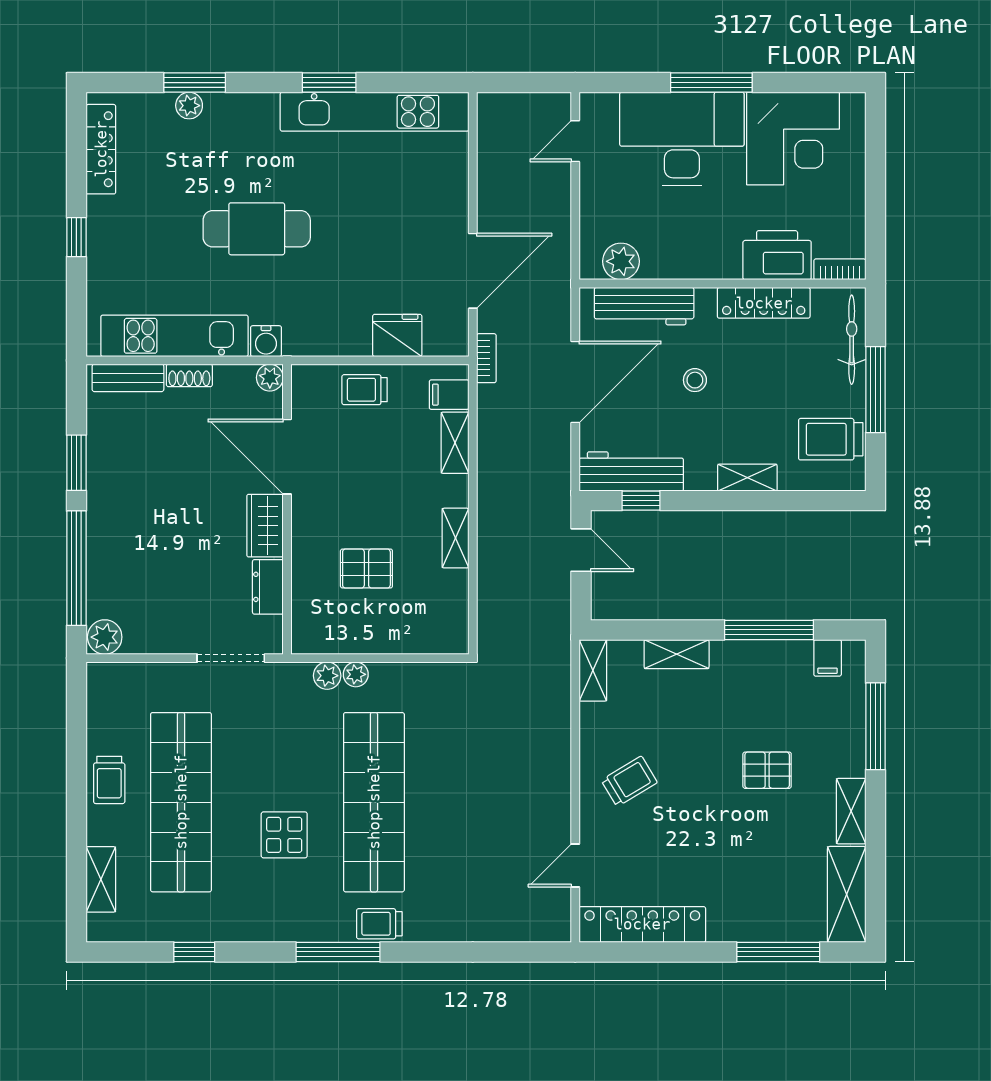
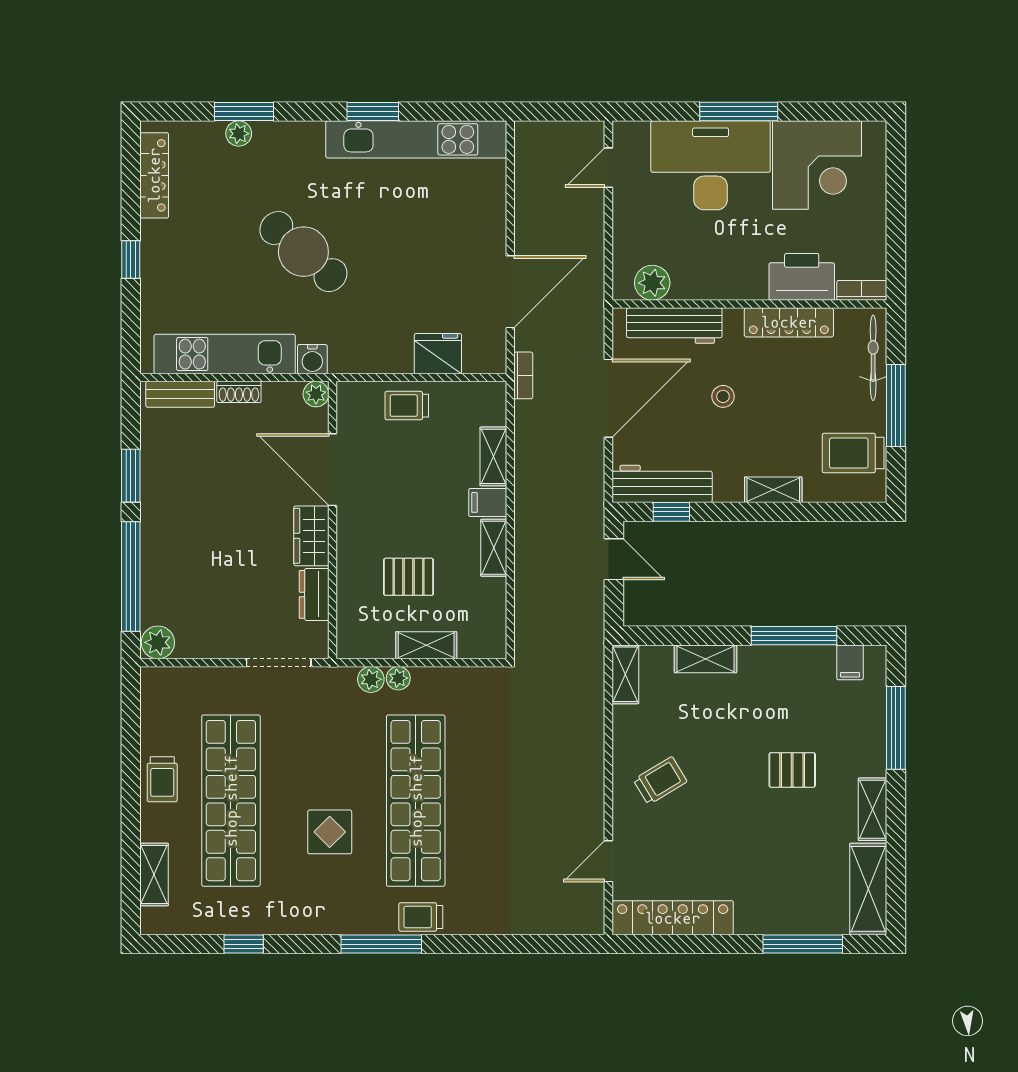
cafe table: (257, 229) -> (303, 252), turned 41
filing cabinet: (449, 395) -> (488, 502), moved
shelving: (385, 640) -> (426, 645), added

